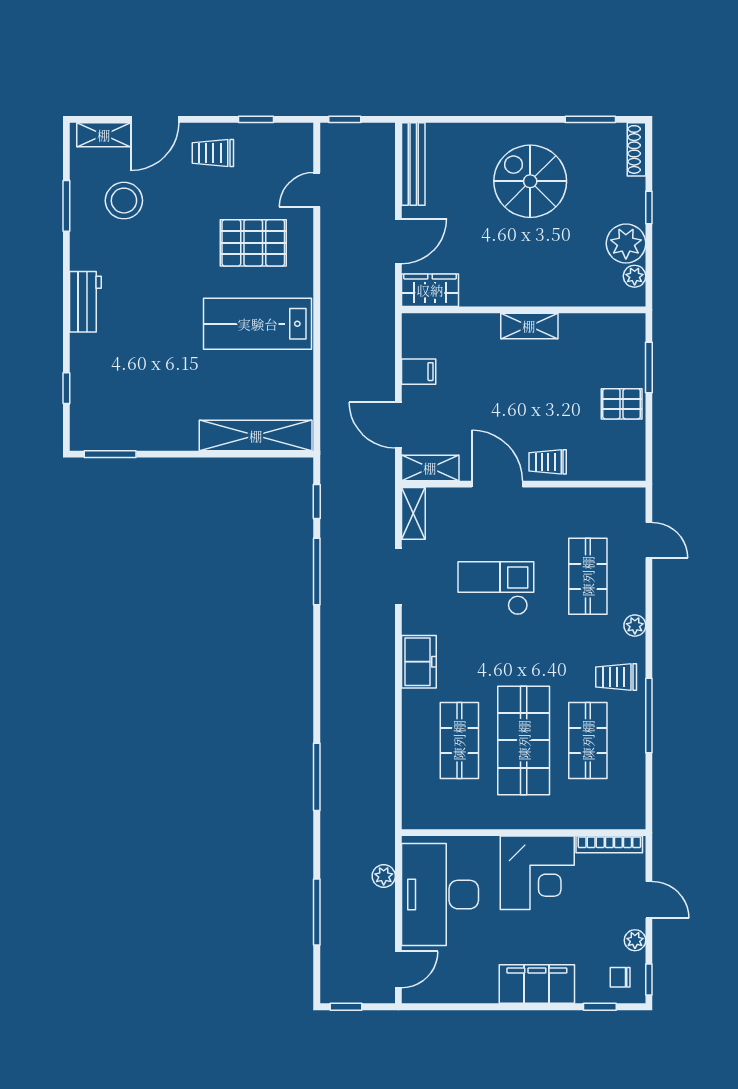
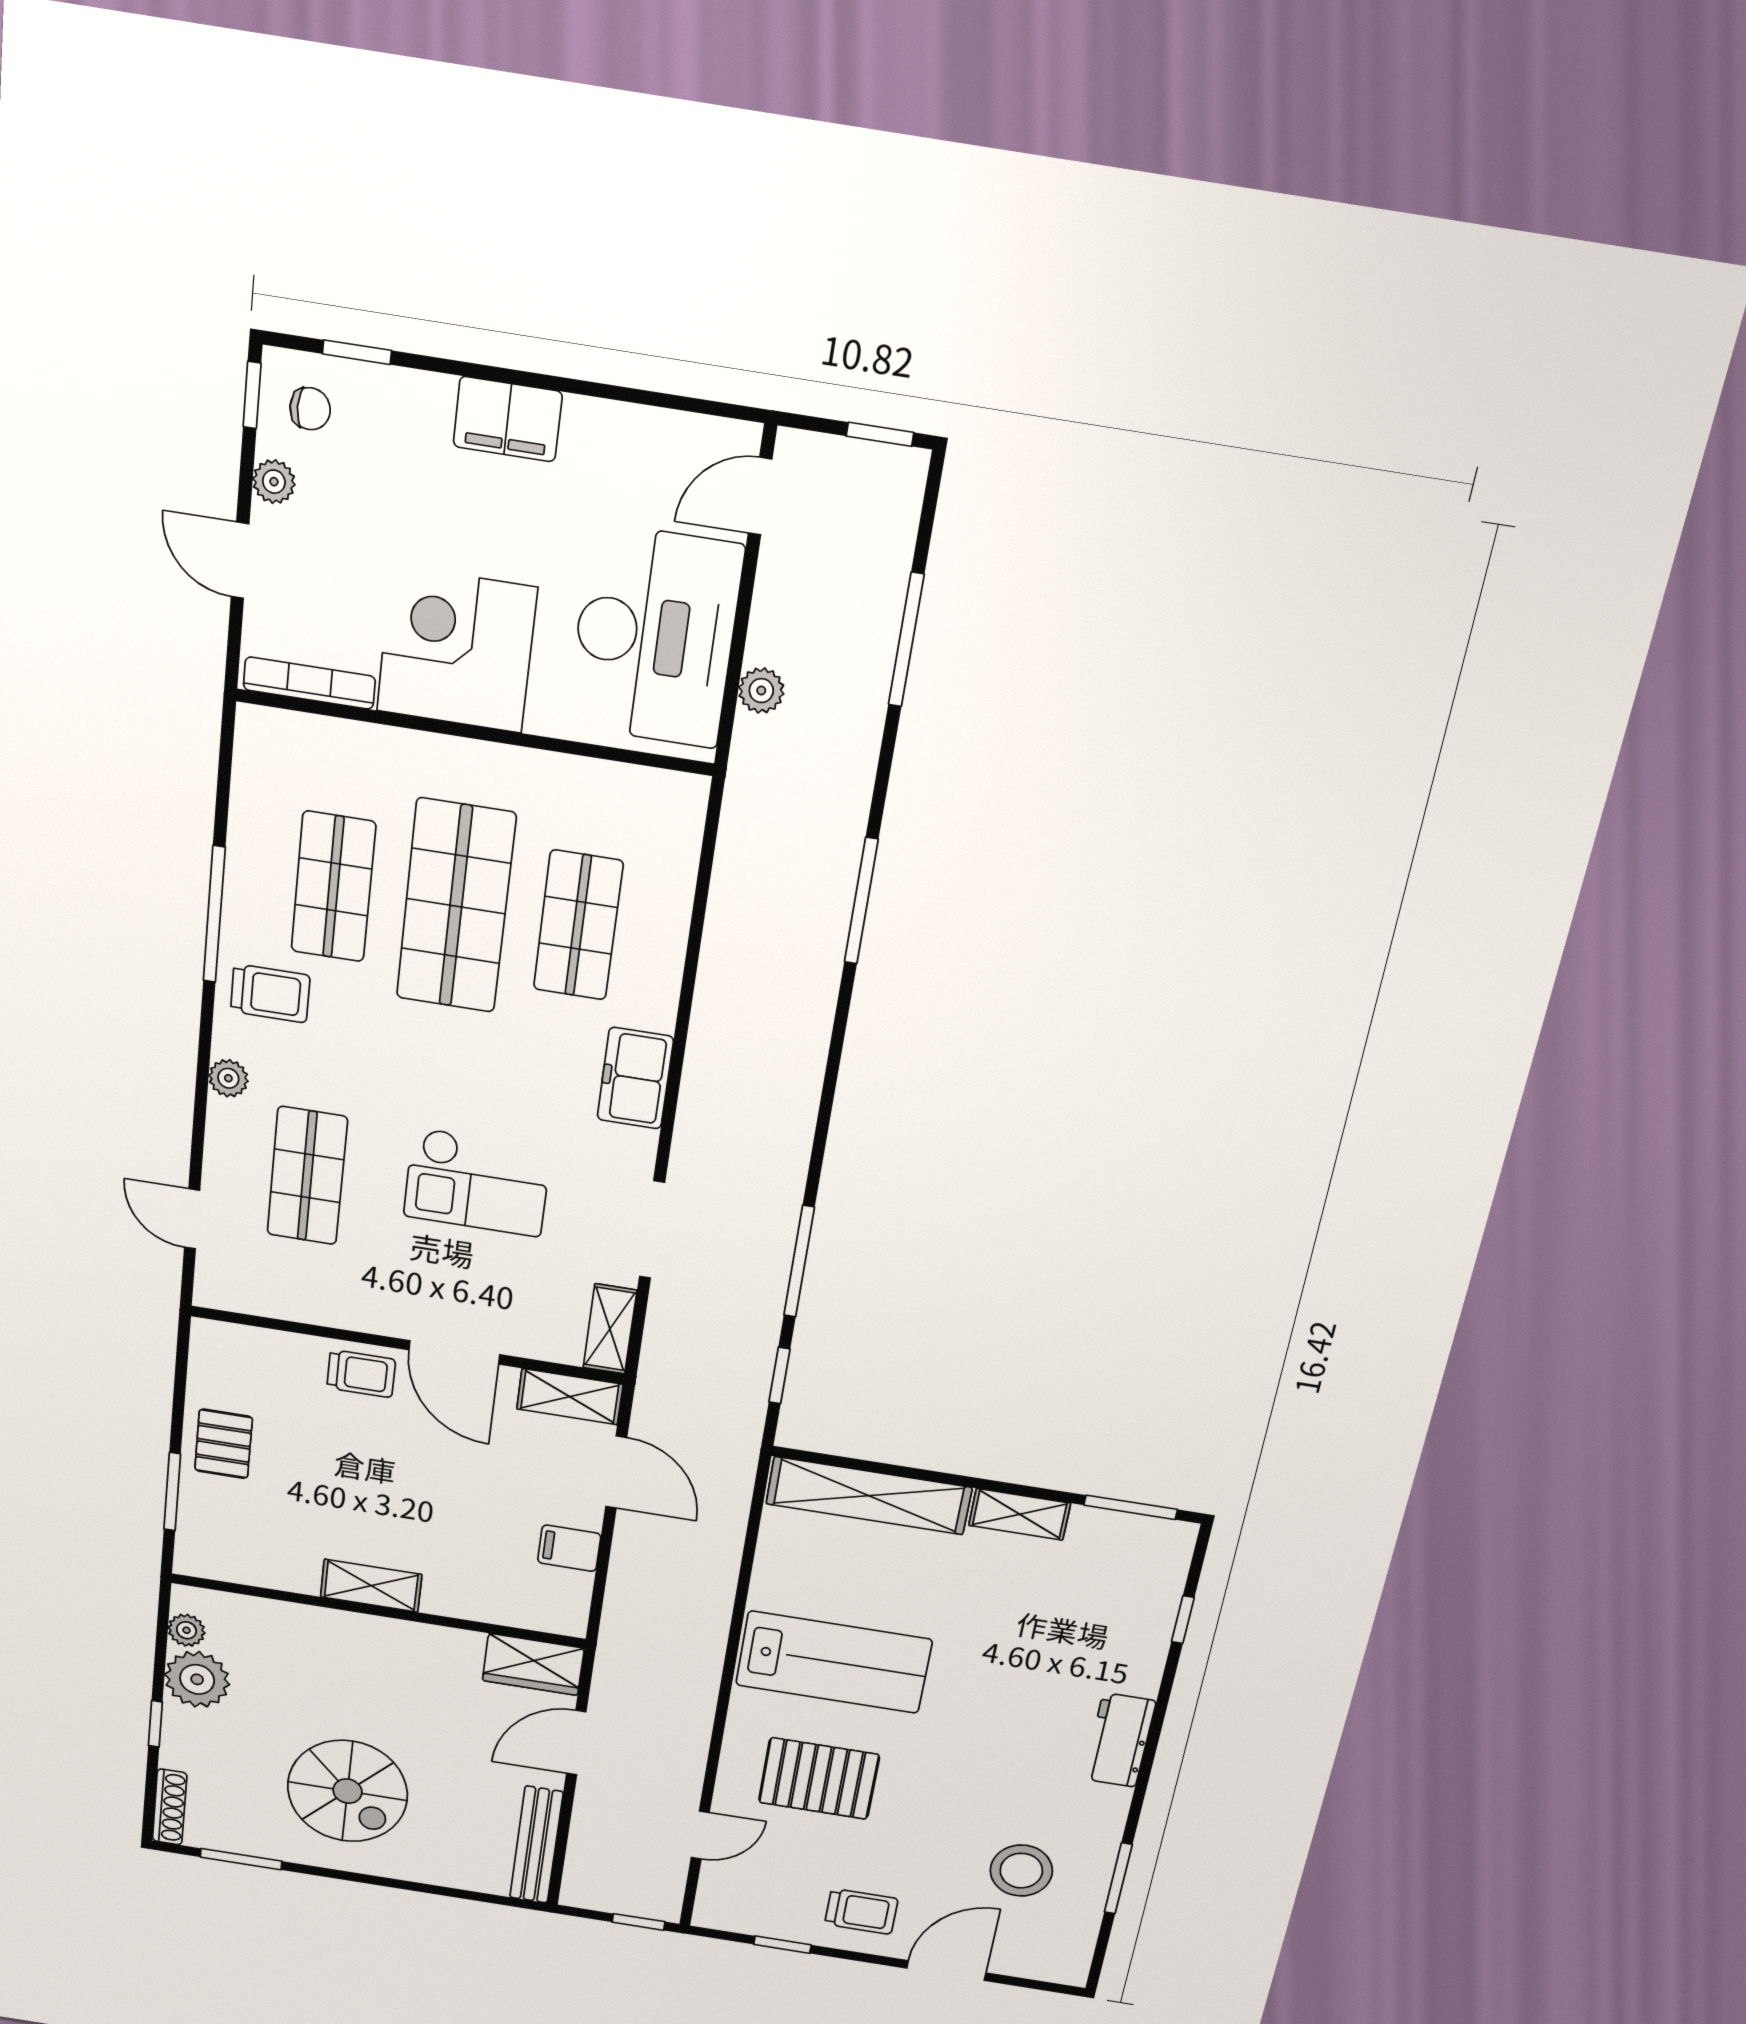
shelving: (104, 135) -> (1020, 1514), moved
pallet: (622, 404) -> (224, 1444), turned 90
filing cabinet: (537, 984) -> (508, 419), width x0.67, depth x0.86

